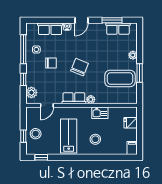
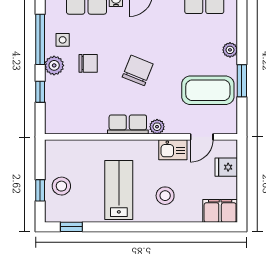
plant: (31, 93) -> (54, 65), moved
door: (47, 105) -> (202, 137), moved
filing cabinet: (132, 148) -> (220, 211), width x2.00

